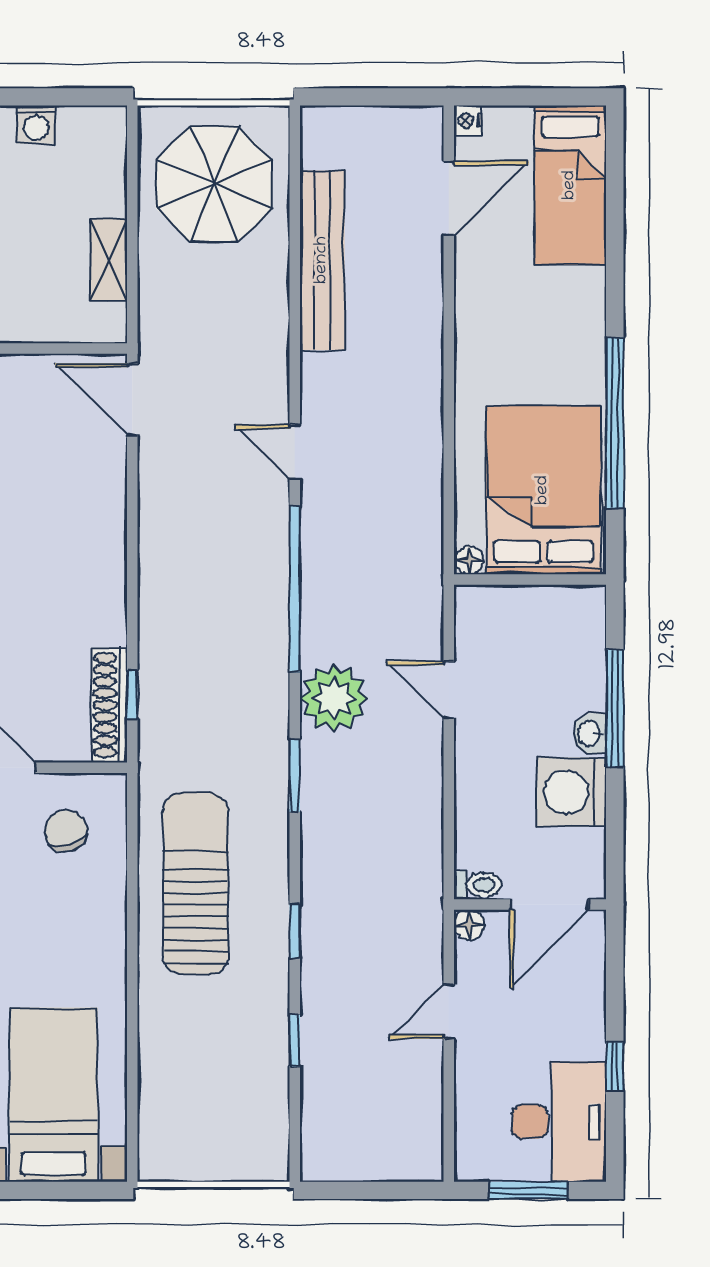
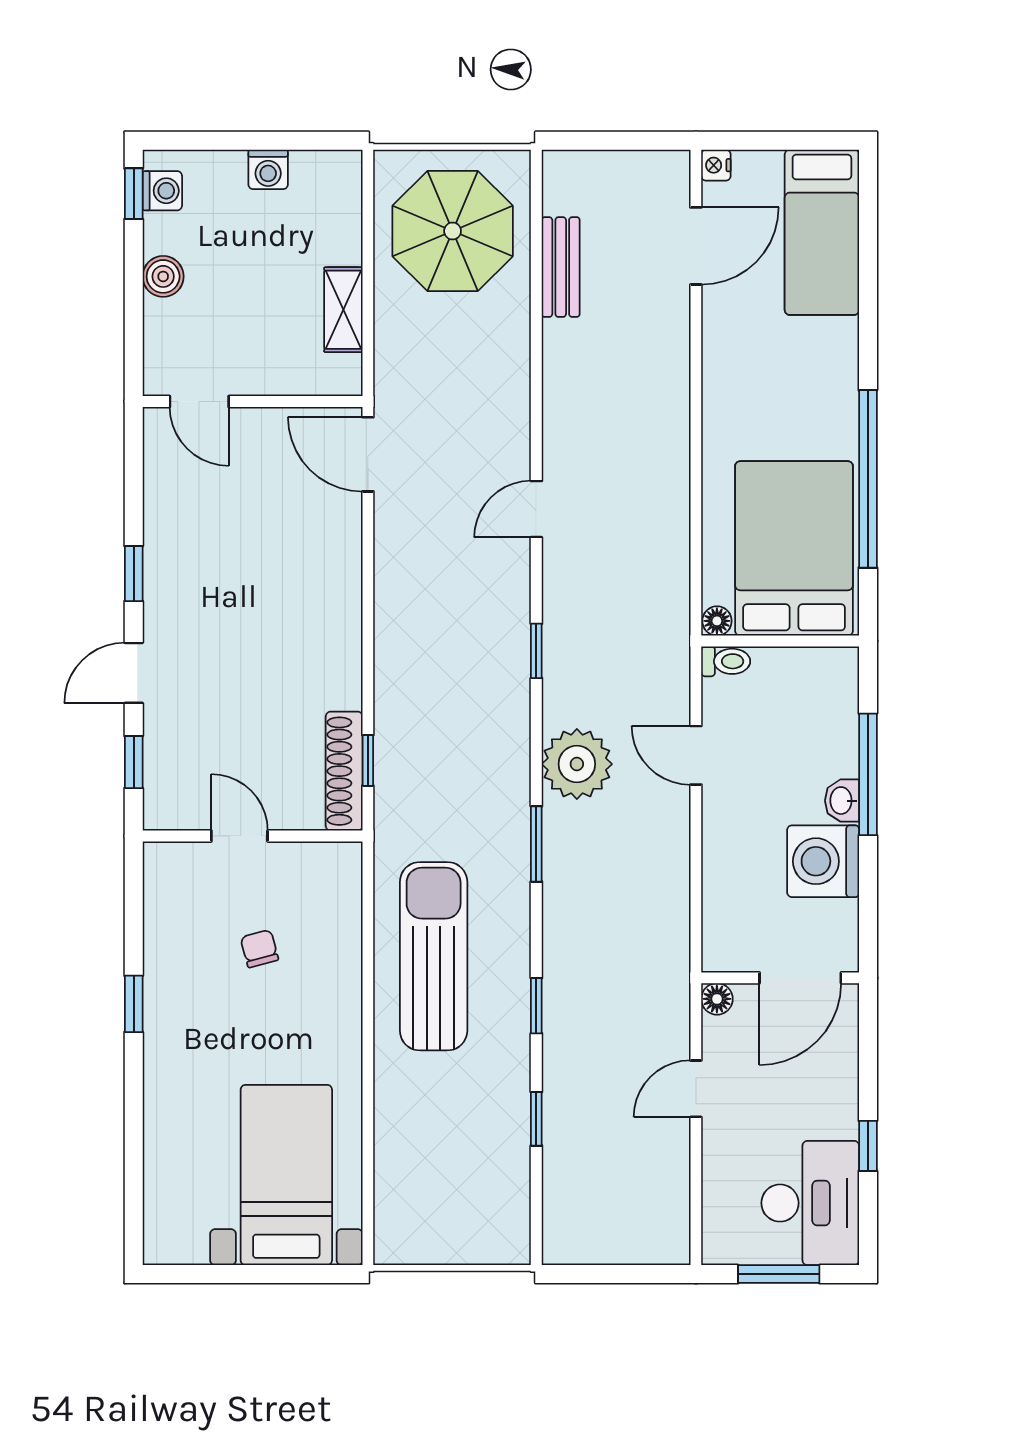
bench: (322, 260) -> (561, 267), width x0.54, depth x0.82
door: (295, 452) -> (536, 509), hinge flipped
window: (295, 589) -> (536, 651), width x0.32
chair: (66, 831) -> (259, 949), moved, width x0.73, depth x0.73
toilet: (478, 885) -> (726, 661), moved

